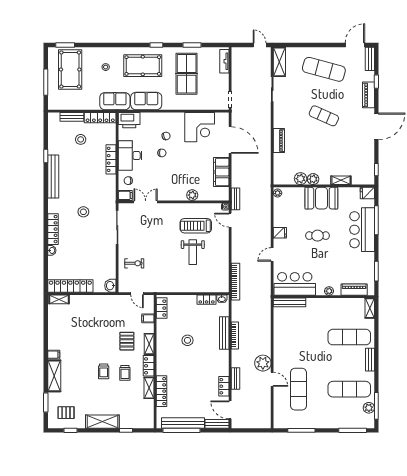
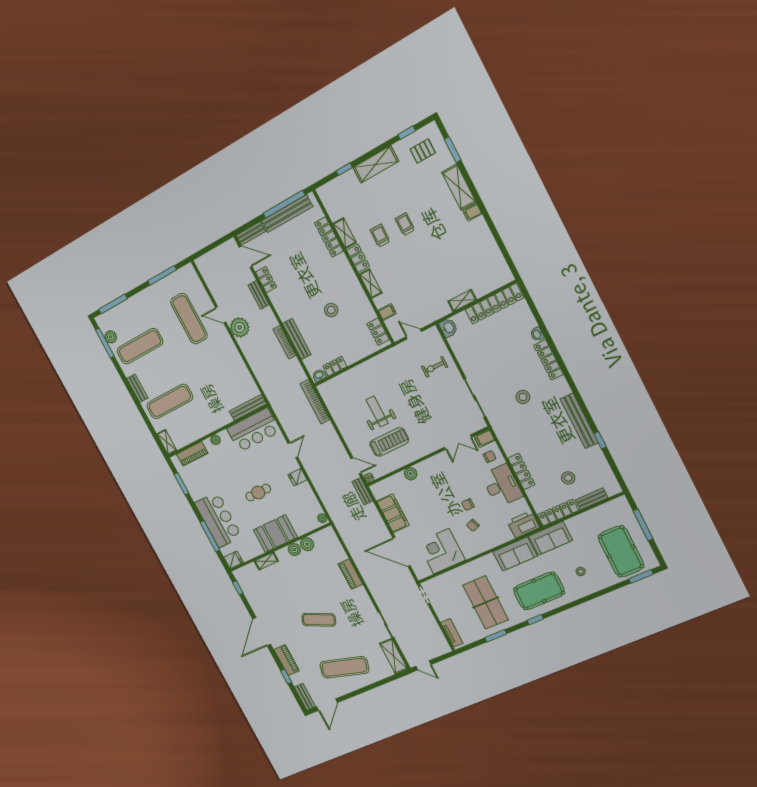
shelving: (59, 299) -> (462, 300), moved
pallet: (127, 341) -> (397, 274), removed

